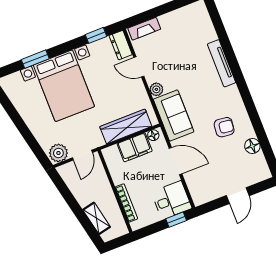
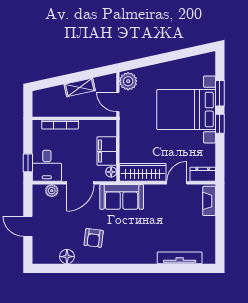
window: (96, 35) -> (220, 124), moved
tv unit: (222, 63) -> (180, 258), moved
plant: (156, 89) -> (52, 191), moved
wardrobe: (126, 126) -> (143, 172), moved, turned -90
shelving: (97, 218) -> (80, 87), moved

